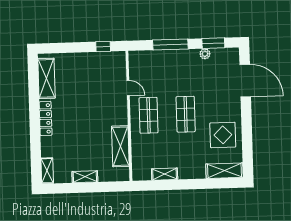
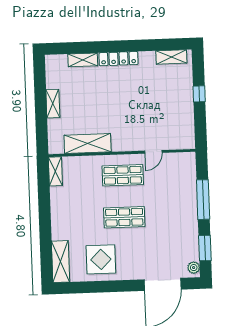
window: (103, 47) -> (199, 94), moved
plant: (205, 54) -> (194, 268), moved
shelving: (46, 78) -> (171, 57), width x0.67, depth x0.75
shelving: (47, 171) -> (83, 60), moved
shelving: (165, 174) -> (55, 171), moved

